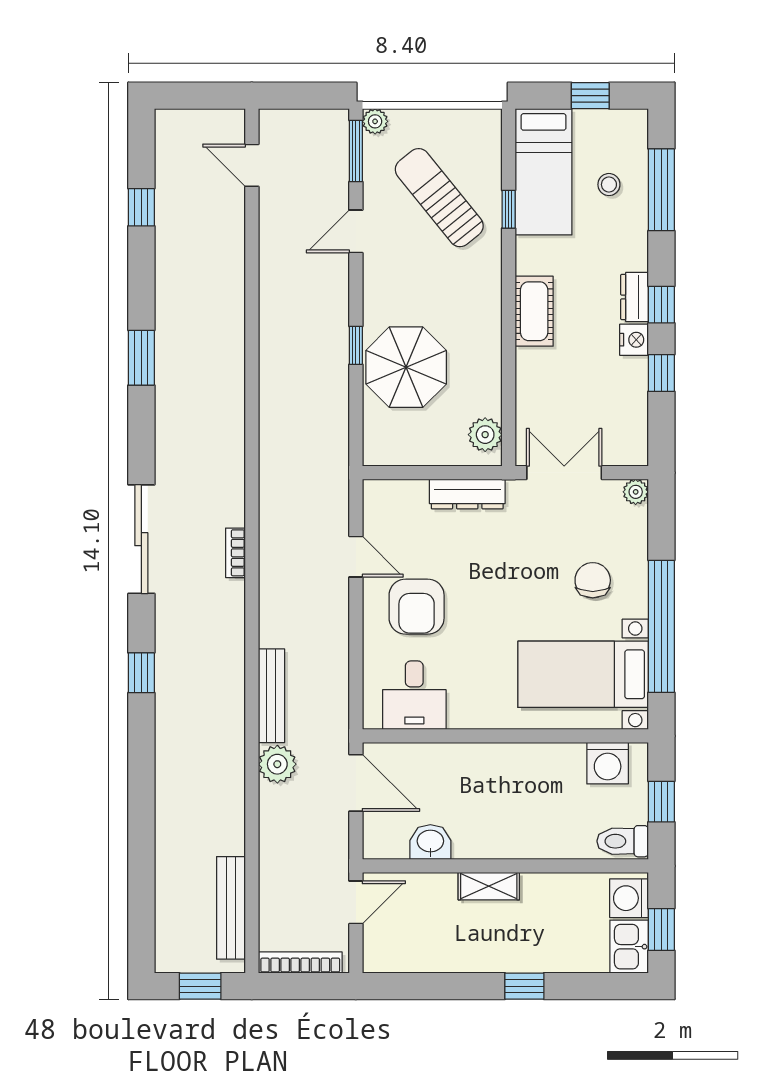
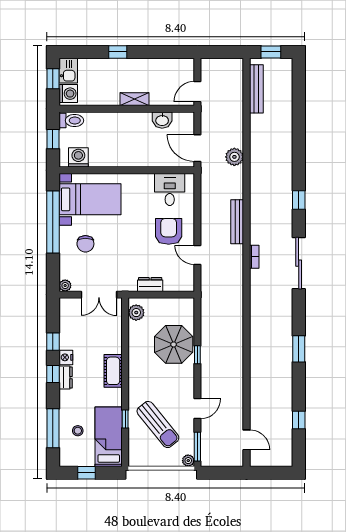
dresser: (467, 494) -> (150, 284), width x0.70
bench: (271, 696) -> (237, 222), moved
bookcase: (300, 963) -> (224, 63), removed

